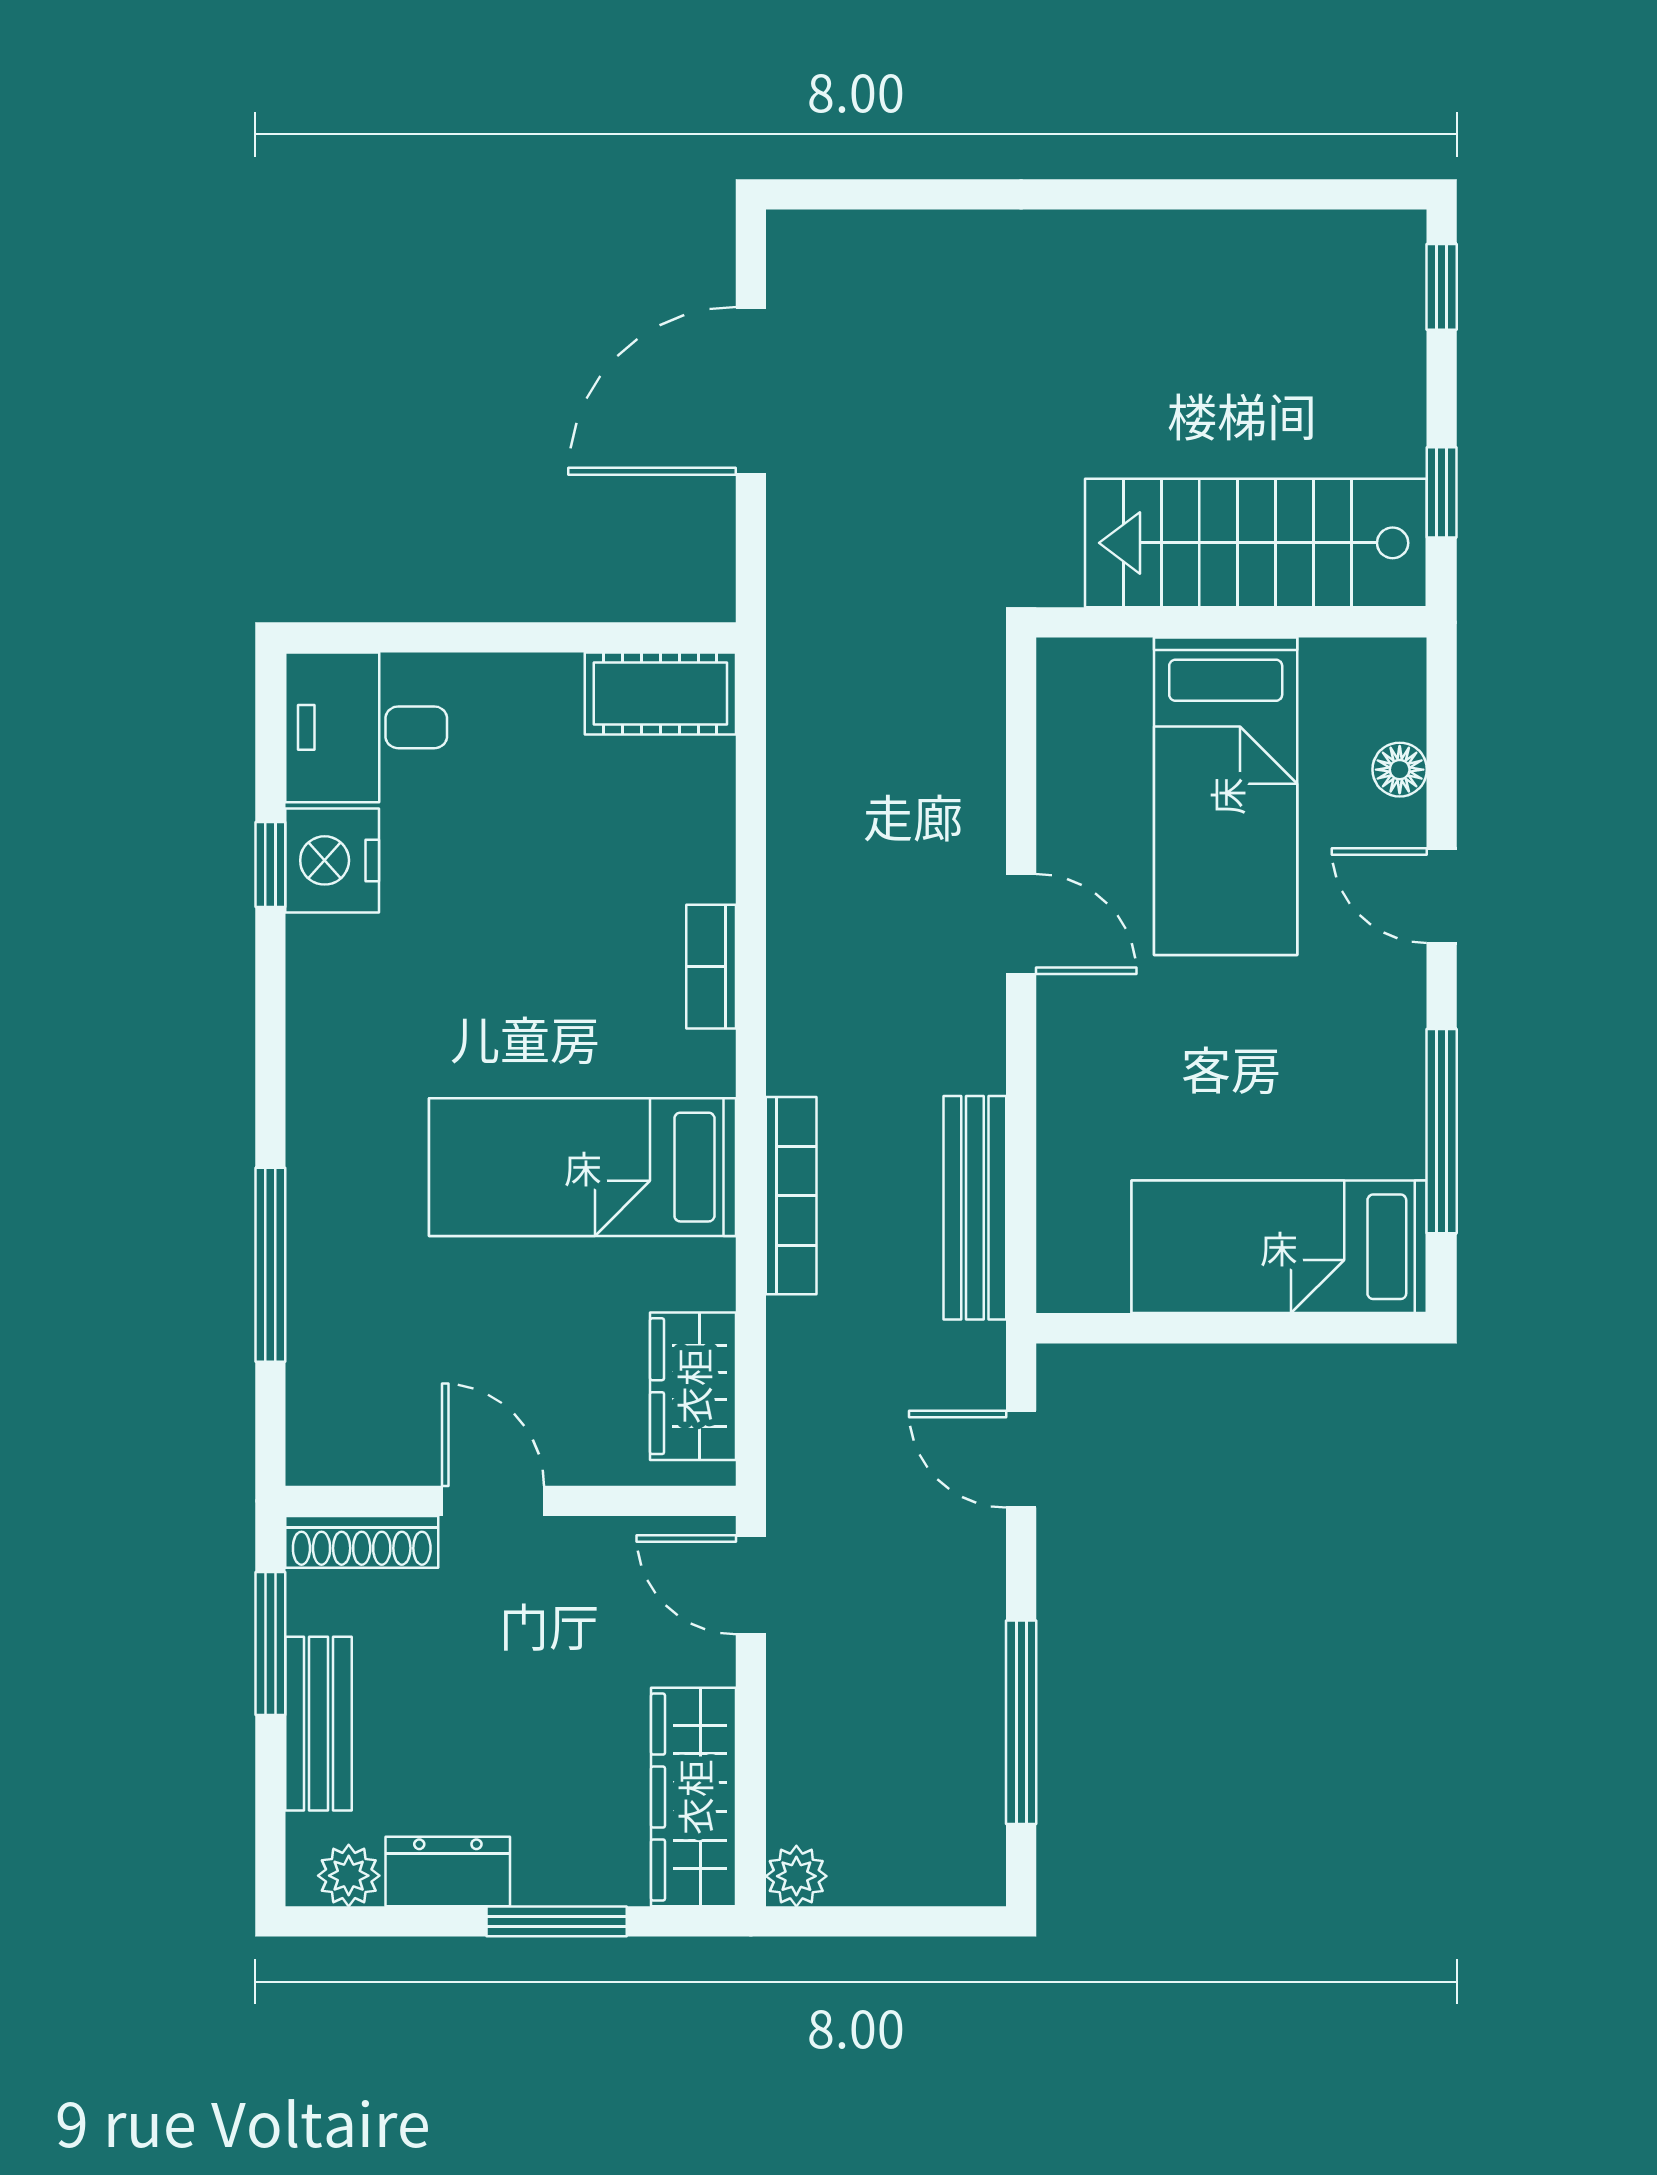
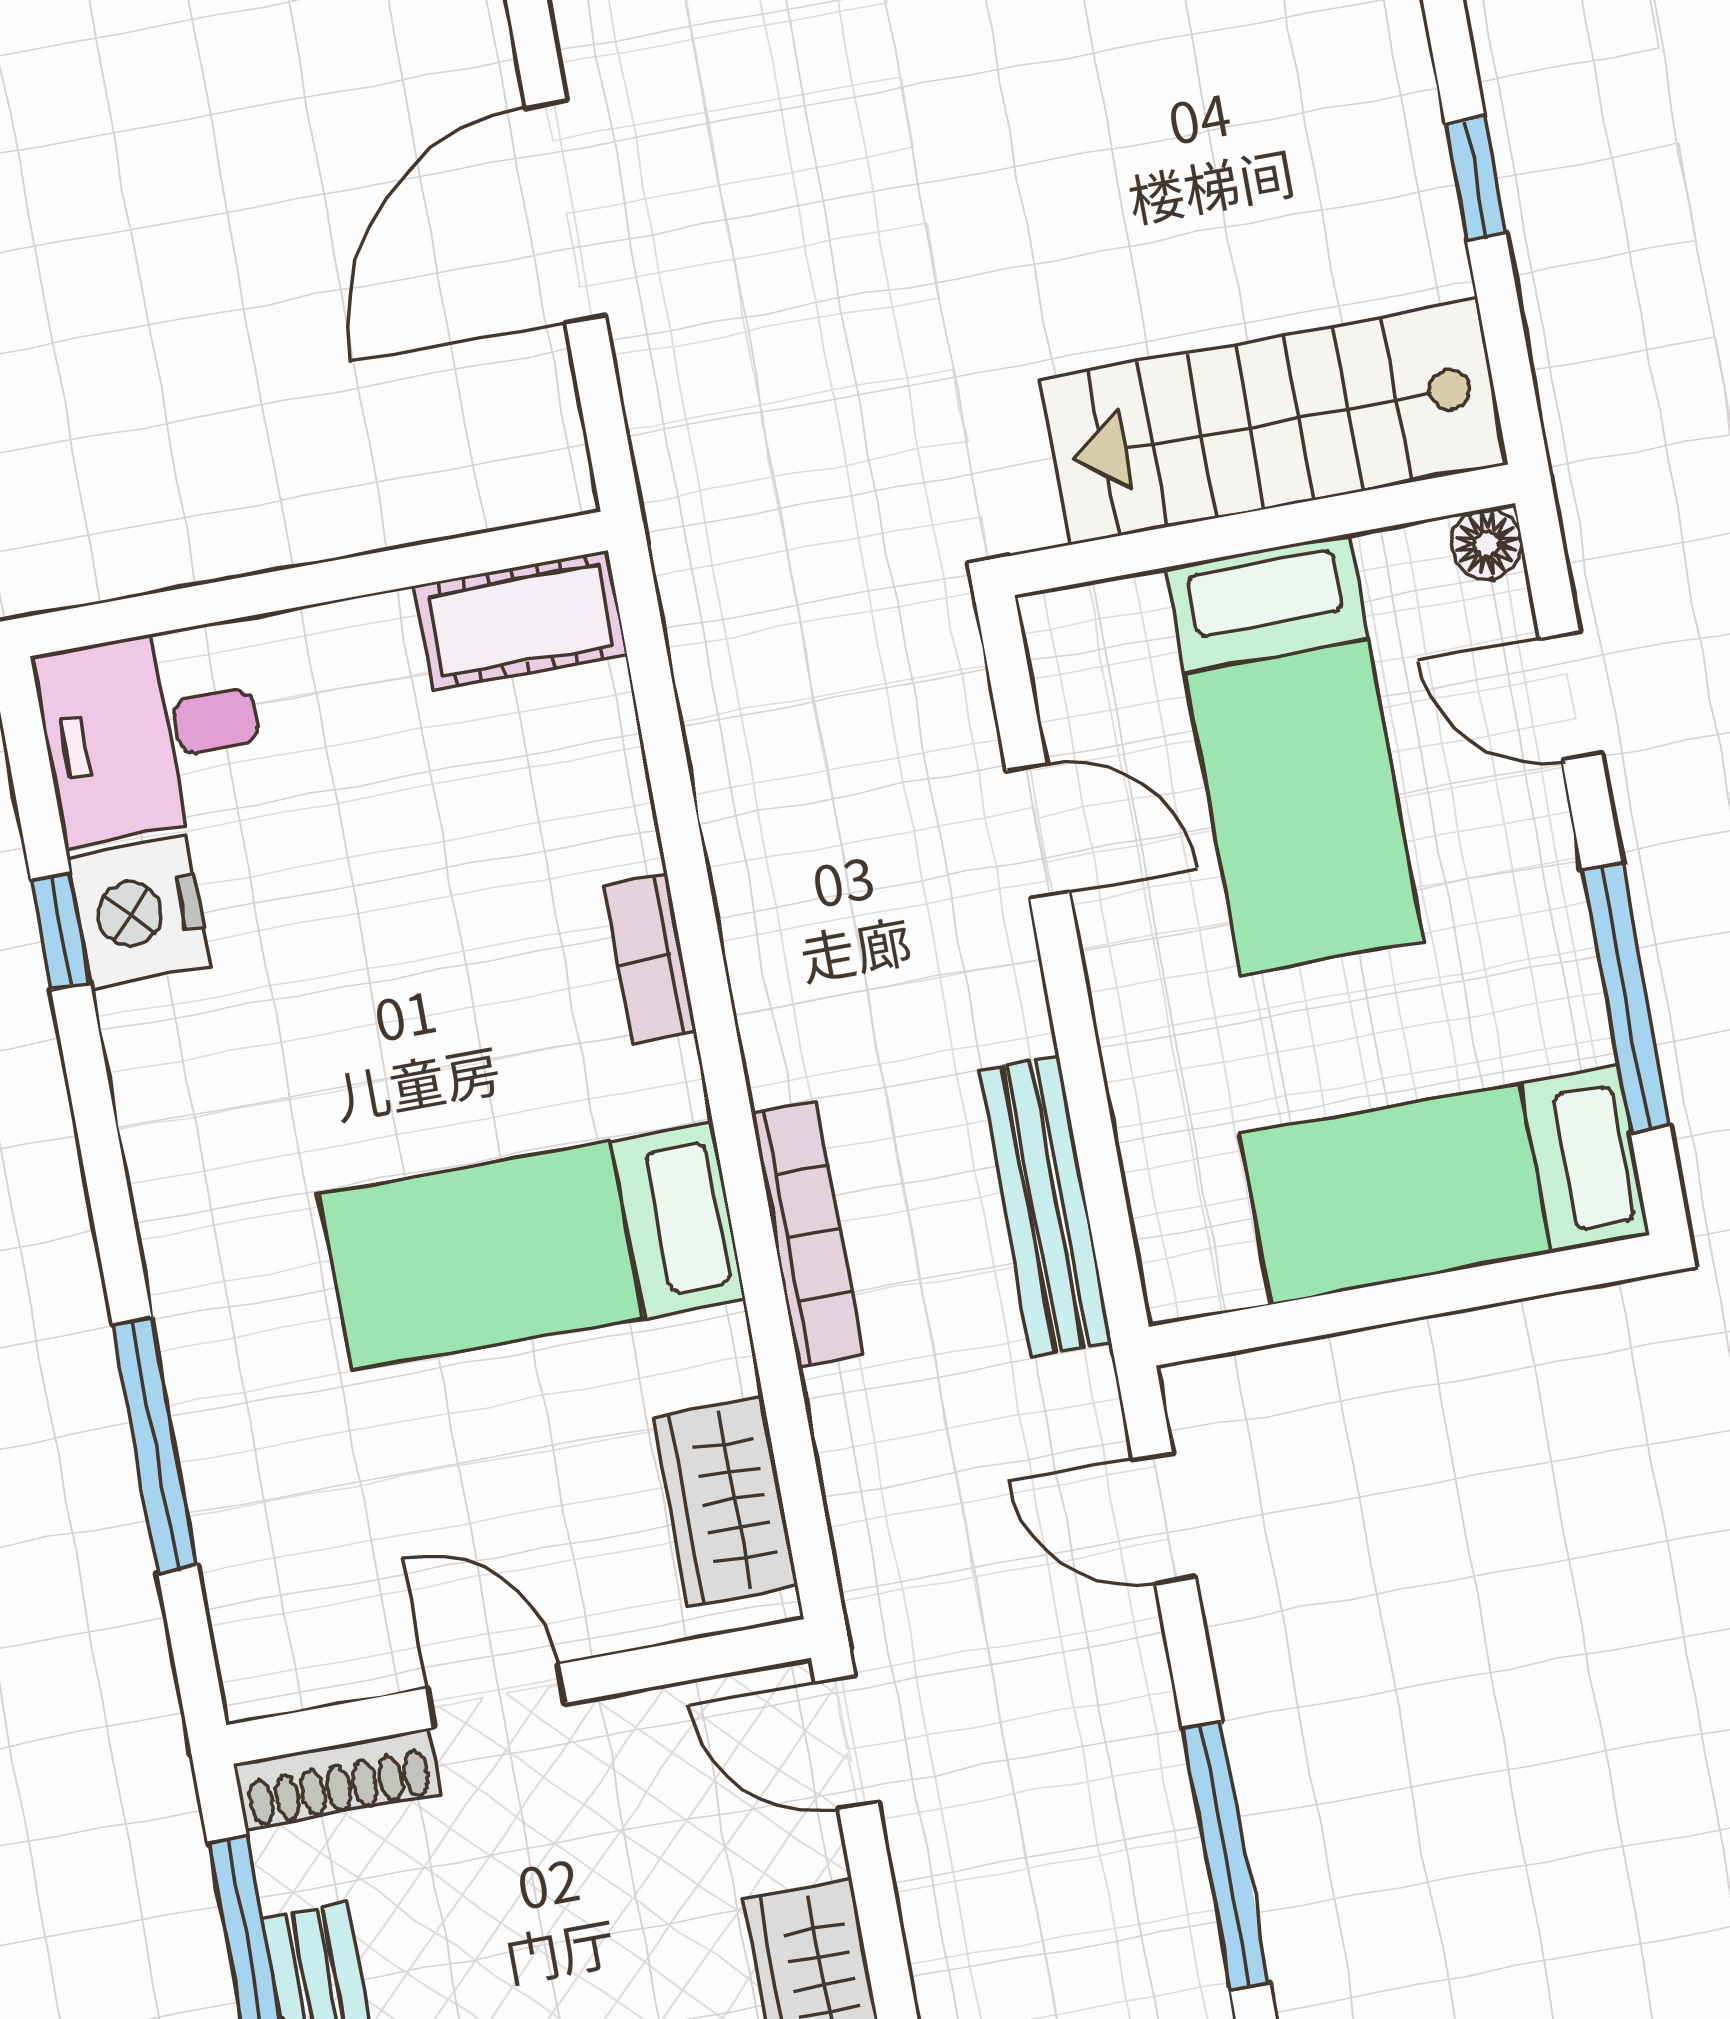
stairs: (1256, 543) -> (1274, 422), moved
wall: (1231, 622) -> (1261, 530), moved
bed: (1226, 796) -> (1295, 754), moved

